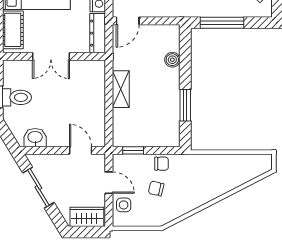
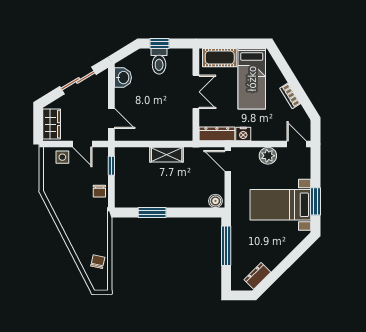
double door: (51, 56) -> (196, 92), swing flipped
boiler: (172, 60) -> (215, 201), moved
door: (81, 150) -> (111, 118), hinge flipped
door: (109, 183) -> (82, 144), hinge flipped
chair: (156, 188) -> (98, 262), moved

